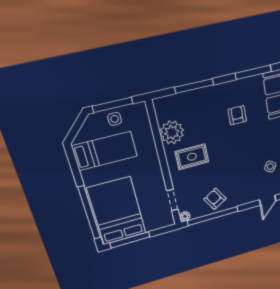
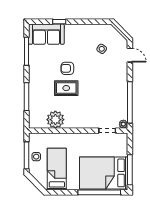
armchair: (237, 115) -> (67, 68), moved
rug: (192, 157) -> (66, 88), moved, turned 90
armchair: (215, 199) -> (116, 98), removed

